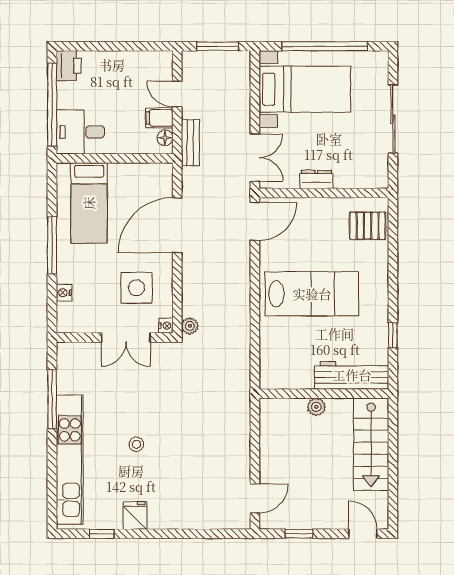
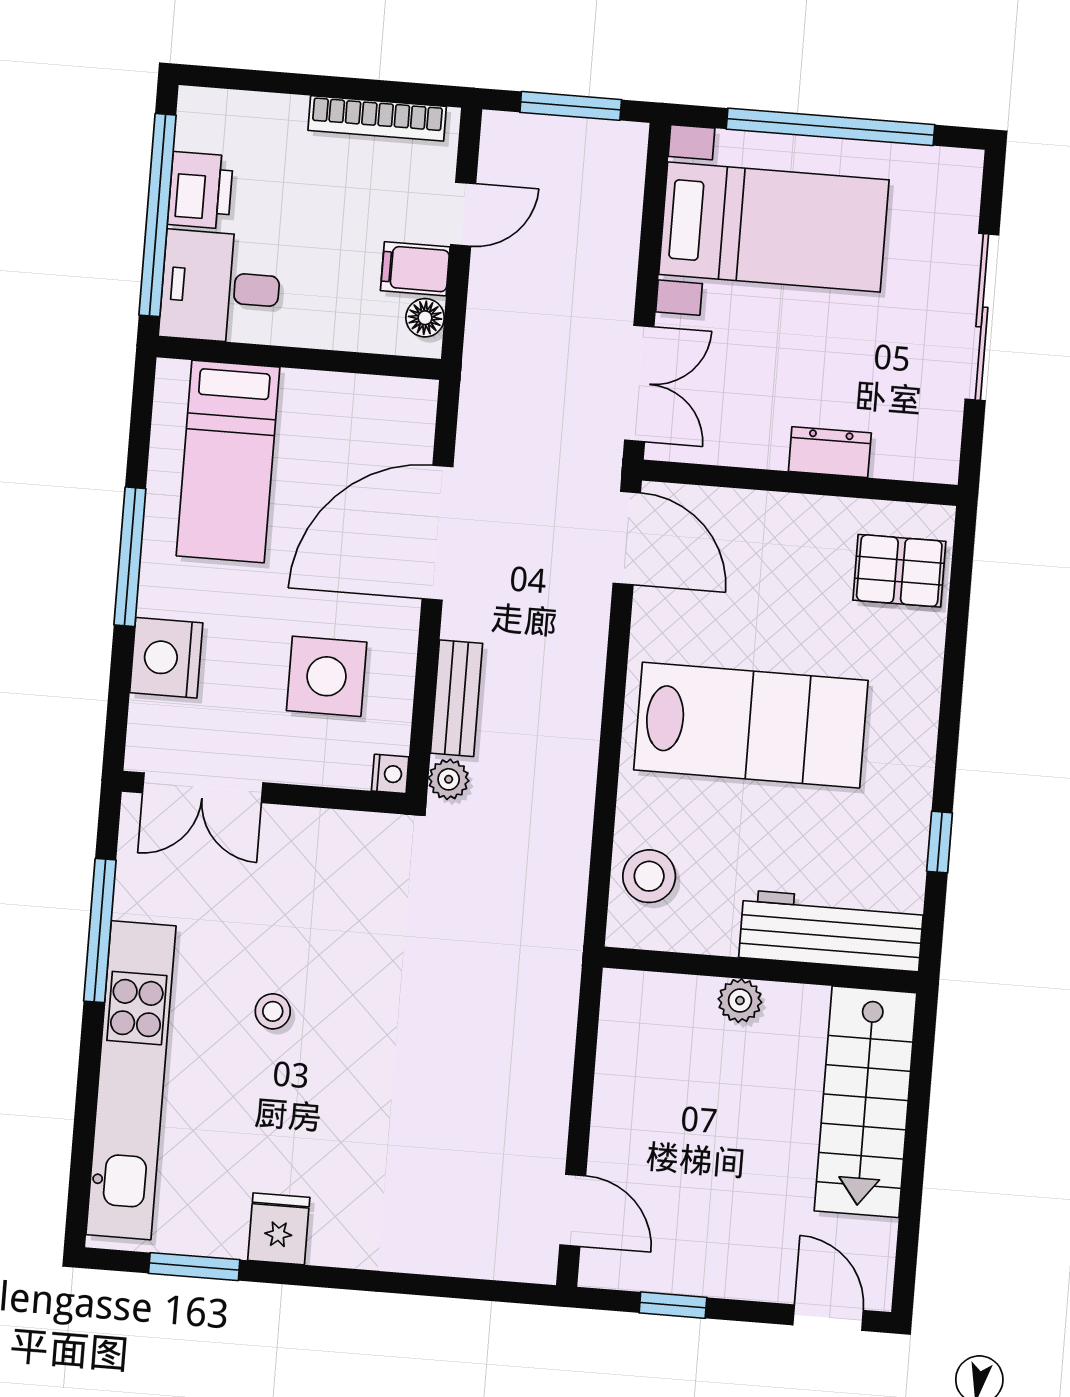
bookcase: (139, 58) -> (377, 118), added
printer: (69, 66) -> (200, 190), moved
door: (177, 94) -> (463, 214), swing flipped
bench: (190, 143) -> (457, 698), moved
dresser: (316, 179) -> (830, 452), moved
door: (255, 221) -> (627, 538), hinge flipped
nightstand: (64, 293) -> (166, 658), width x1.89, depth x1.79
double door: (126, 337) -> (203, 788), moved
stool: (275, 359) -> (649, 876), added
stool: (136, 444) -> (273, 1011), moved
door: (255, 498) -> (573, 1210), hinge flipped
window: (102, 534) -> (194, 1267), width x1.50

